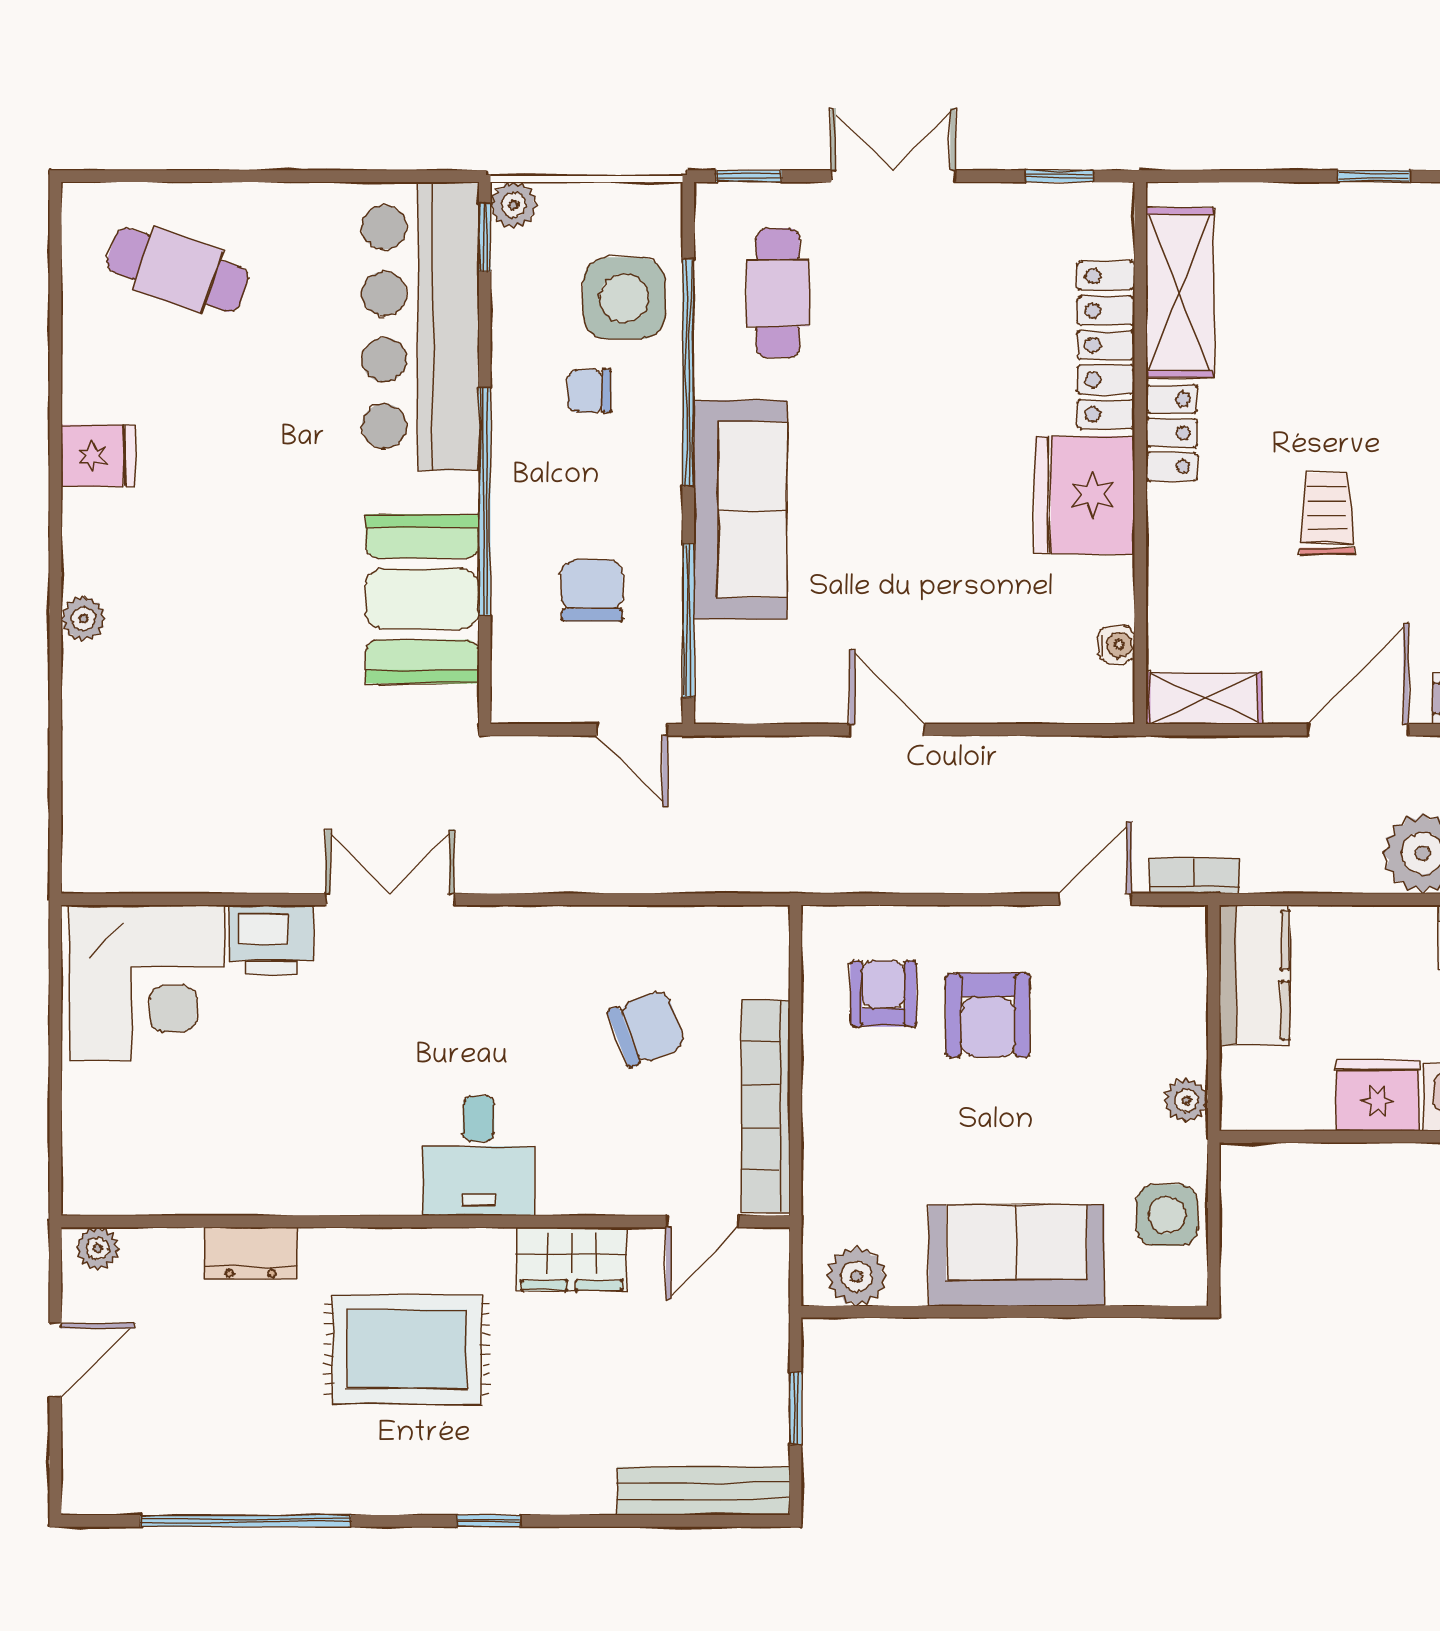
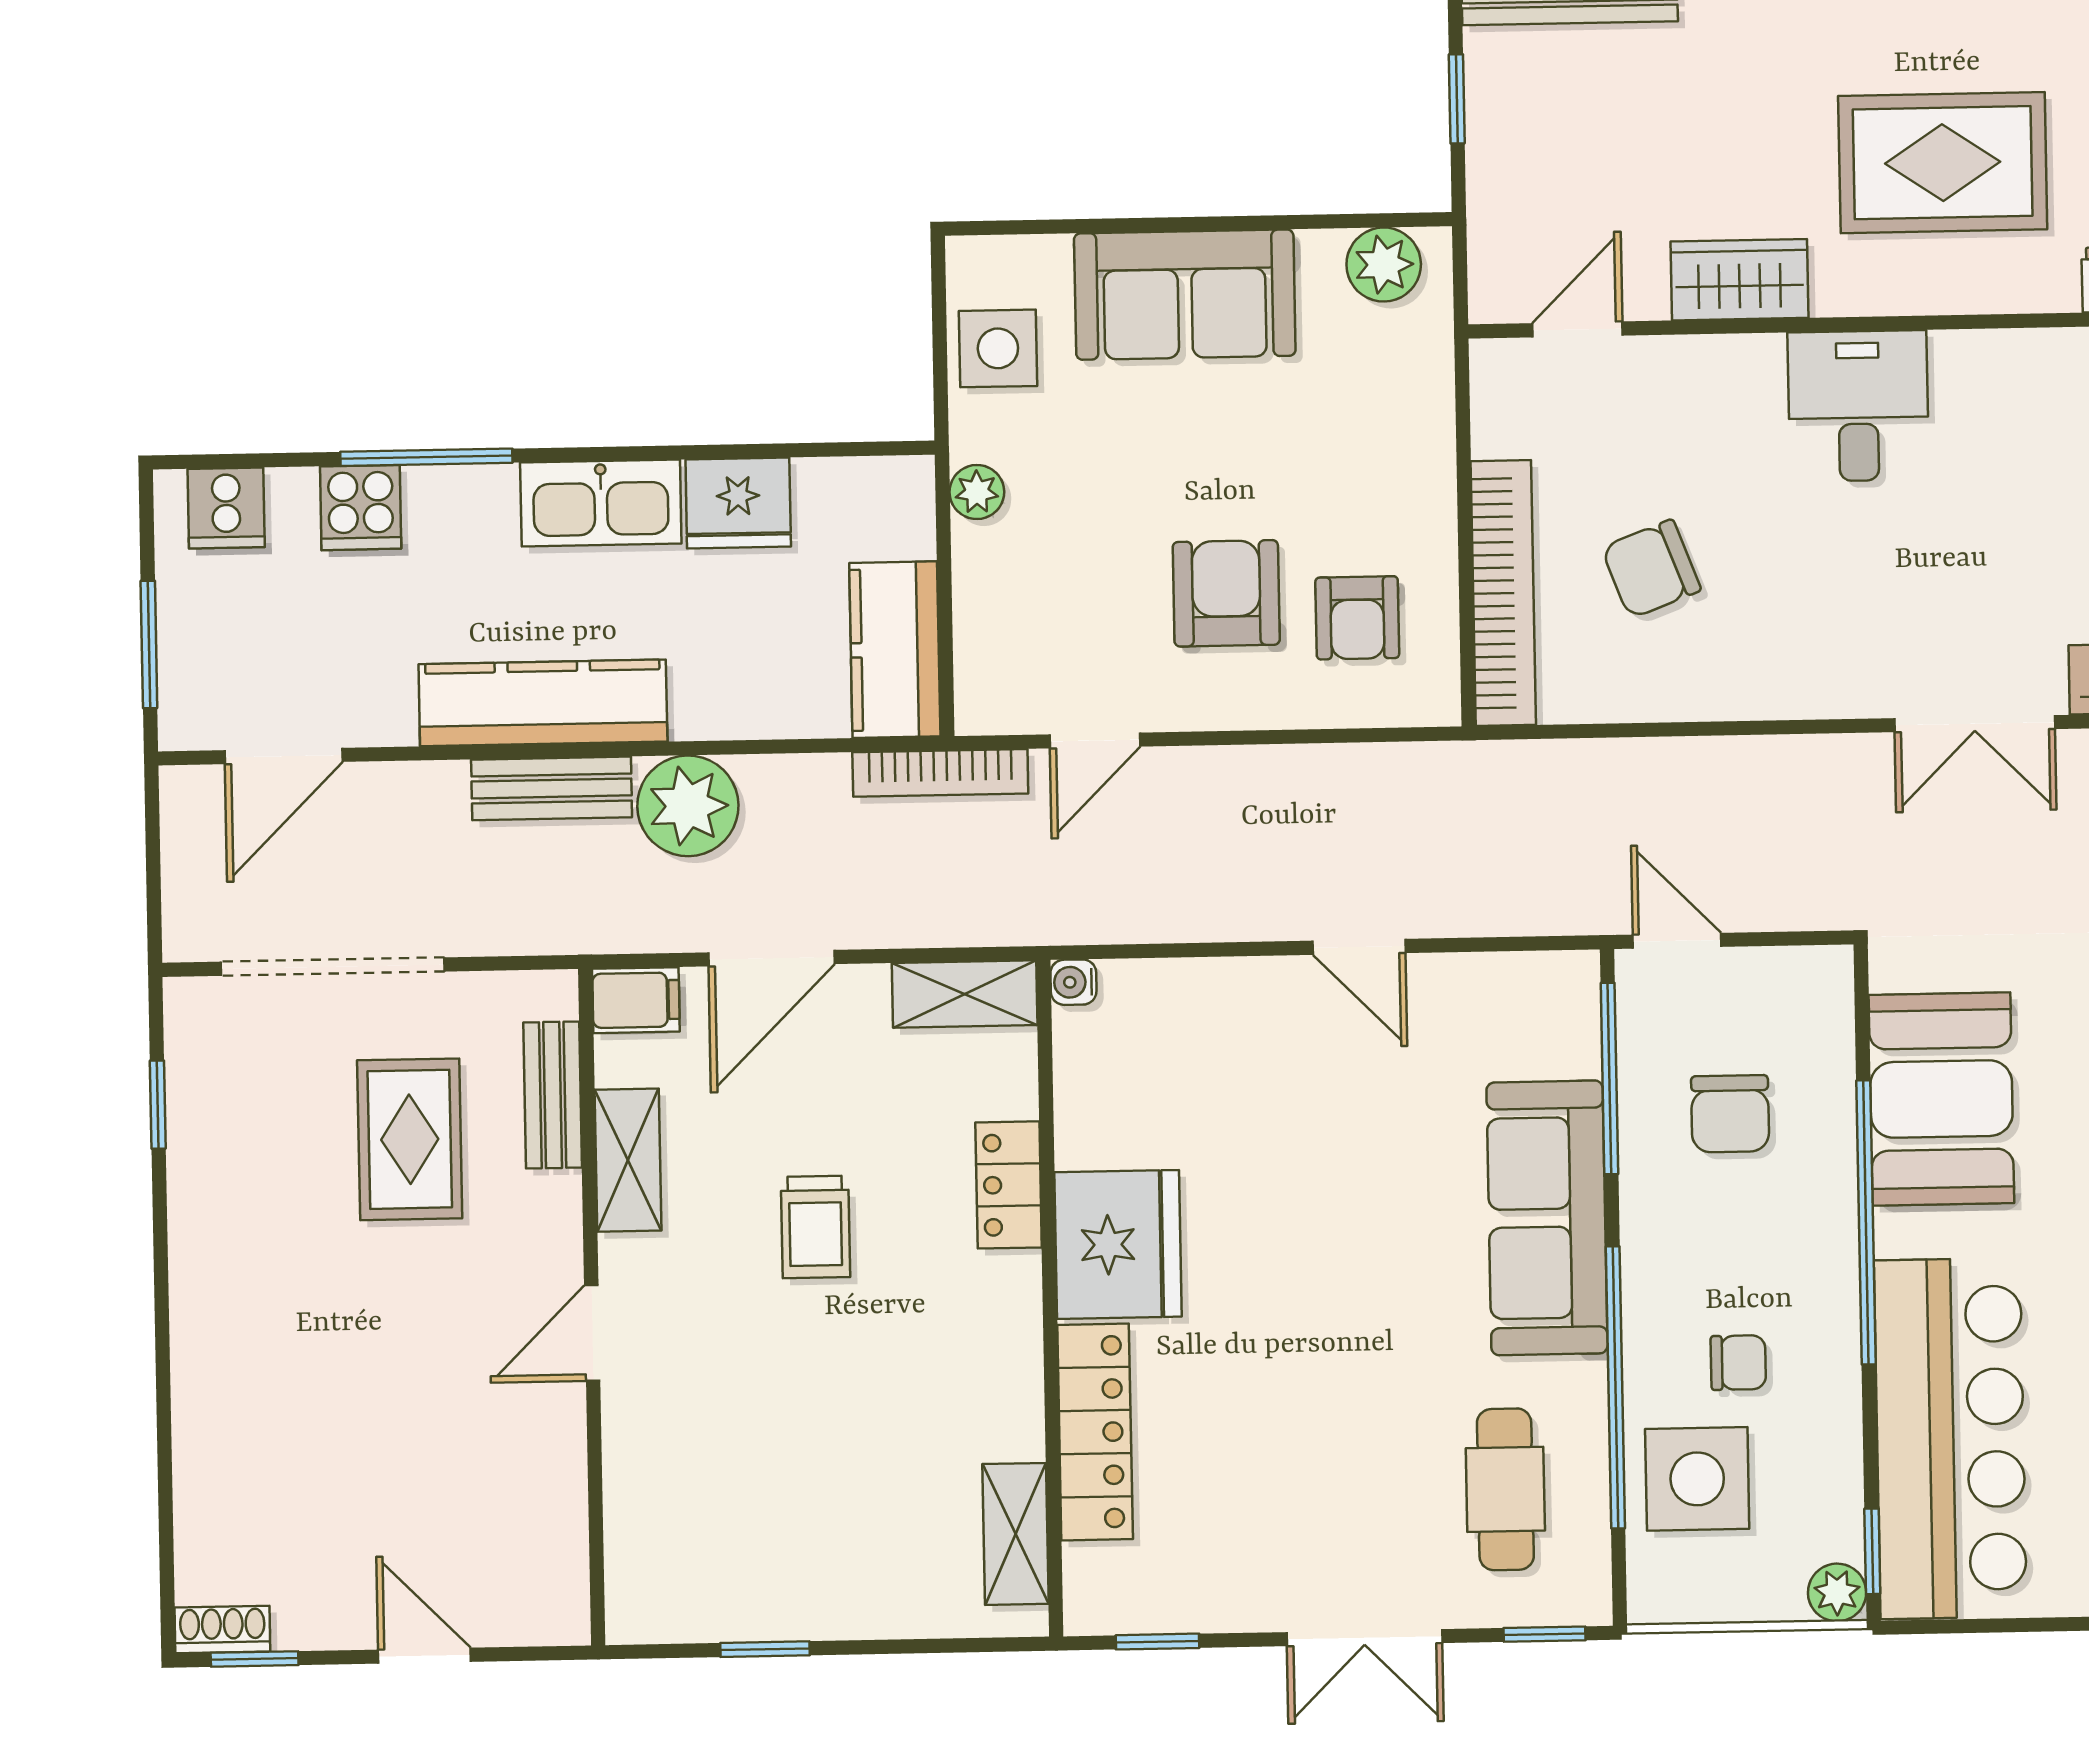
shelving: (1180, 293) -> (1015, 1534), width x0.67, depth x0.75
locker: (1171, 433) -> (1009, 1185), moved
water cooler: (1116, 645) -> (1073, 982), moved
bookcase: (1195, 876) -> (940, 773), width x1.56
bookcase: (766, 1106) -> (1503, 593), moved

